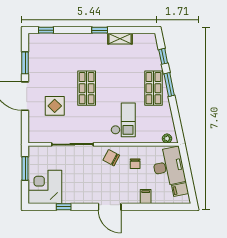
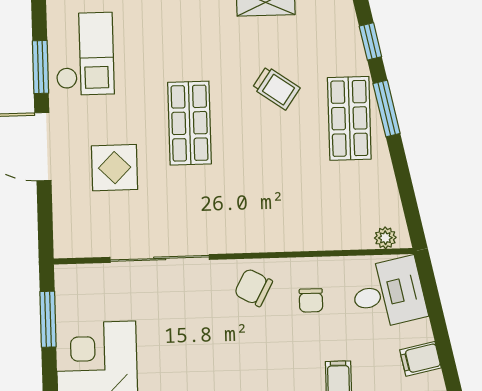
trolley: (123, 75) -> (276, 88), added
checkout: (123, 120) -> (85, 54), moved
desk: (169, 167) -> (388, 293), width x0.73

